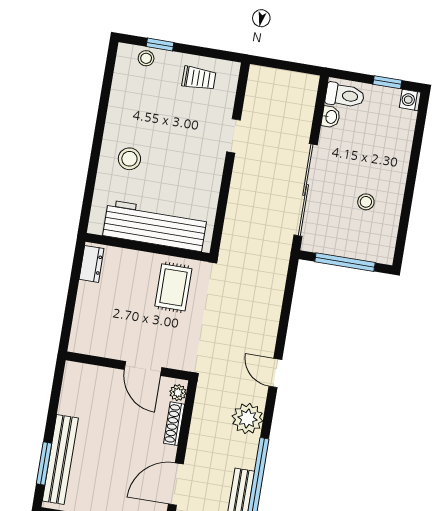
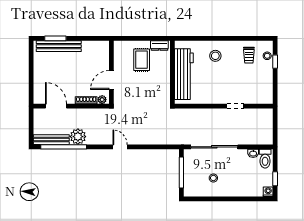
trolley: (199, 78) -> (249, 55), moved
rug: (173, 287) -> (142, 60), moved, turned 90
door: (275, 373) -> (120, 147), hinge flipped
plant: (247, 418) -> (78, 137), moved

